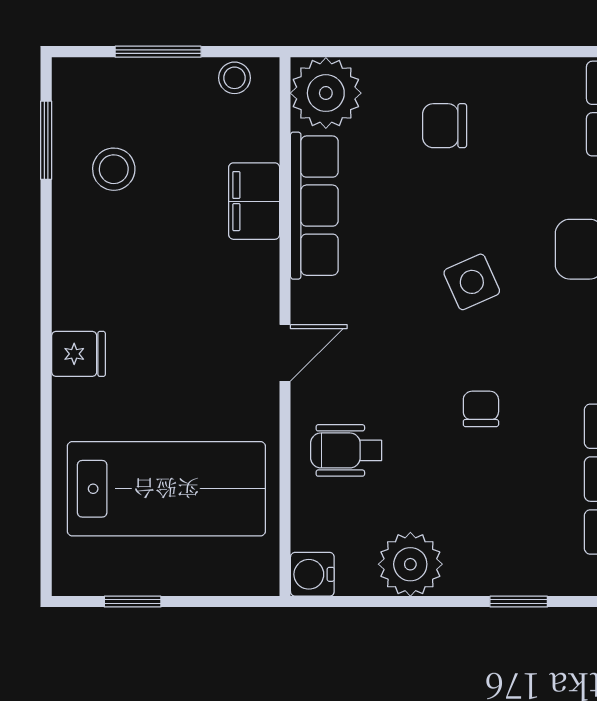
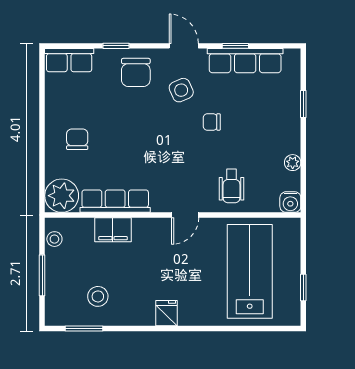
chair: (445, 126) -> (77, 139), turned 180
side table: (472, 282) -> (181, 90), moved
door: (285, 353) -> (185, 215), swing flipped
fridge: (78, 354) -> (166, 313), moved
plant: (410, 564) -> (293, 163), width x0.53, depth x0.53

